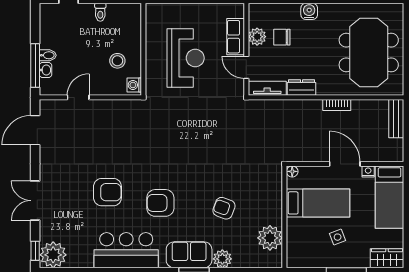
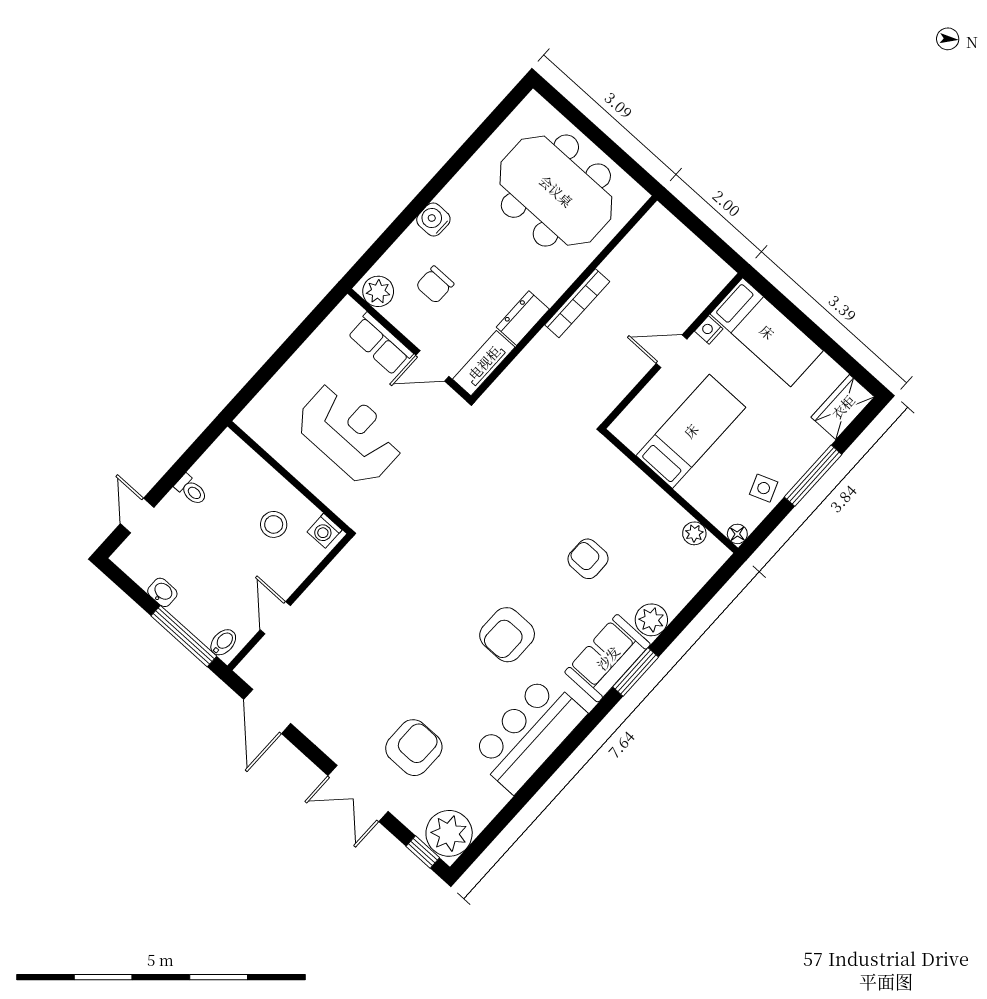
plant: (257, 37) -> (378, 291), moved
bidet: (48, 55) -> (223, 642), moved
washbasin: (45, 70) -> (162, 592), moved
bookcase: (337, 105) -> (577, 303), width x1.56
bench: (396, 119) -> (673, 232), removed
door: (345, 164) -> (672, 351), width x0.73
floor lamp: (292, 171) -> (737, 534), moved
armchair: (107, 192) -> (414, 748), moved
armchair: (224, 208) -> (588, 559), turned 70
side table: (338, 237) -> (764, 488), moved
plant: (270, 238) -> (694, 533), width x0.53, depth x0.53

